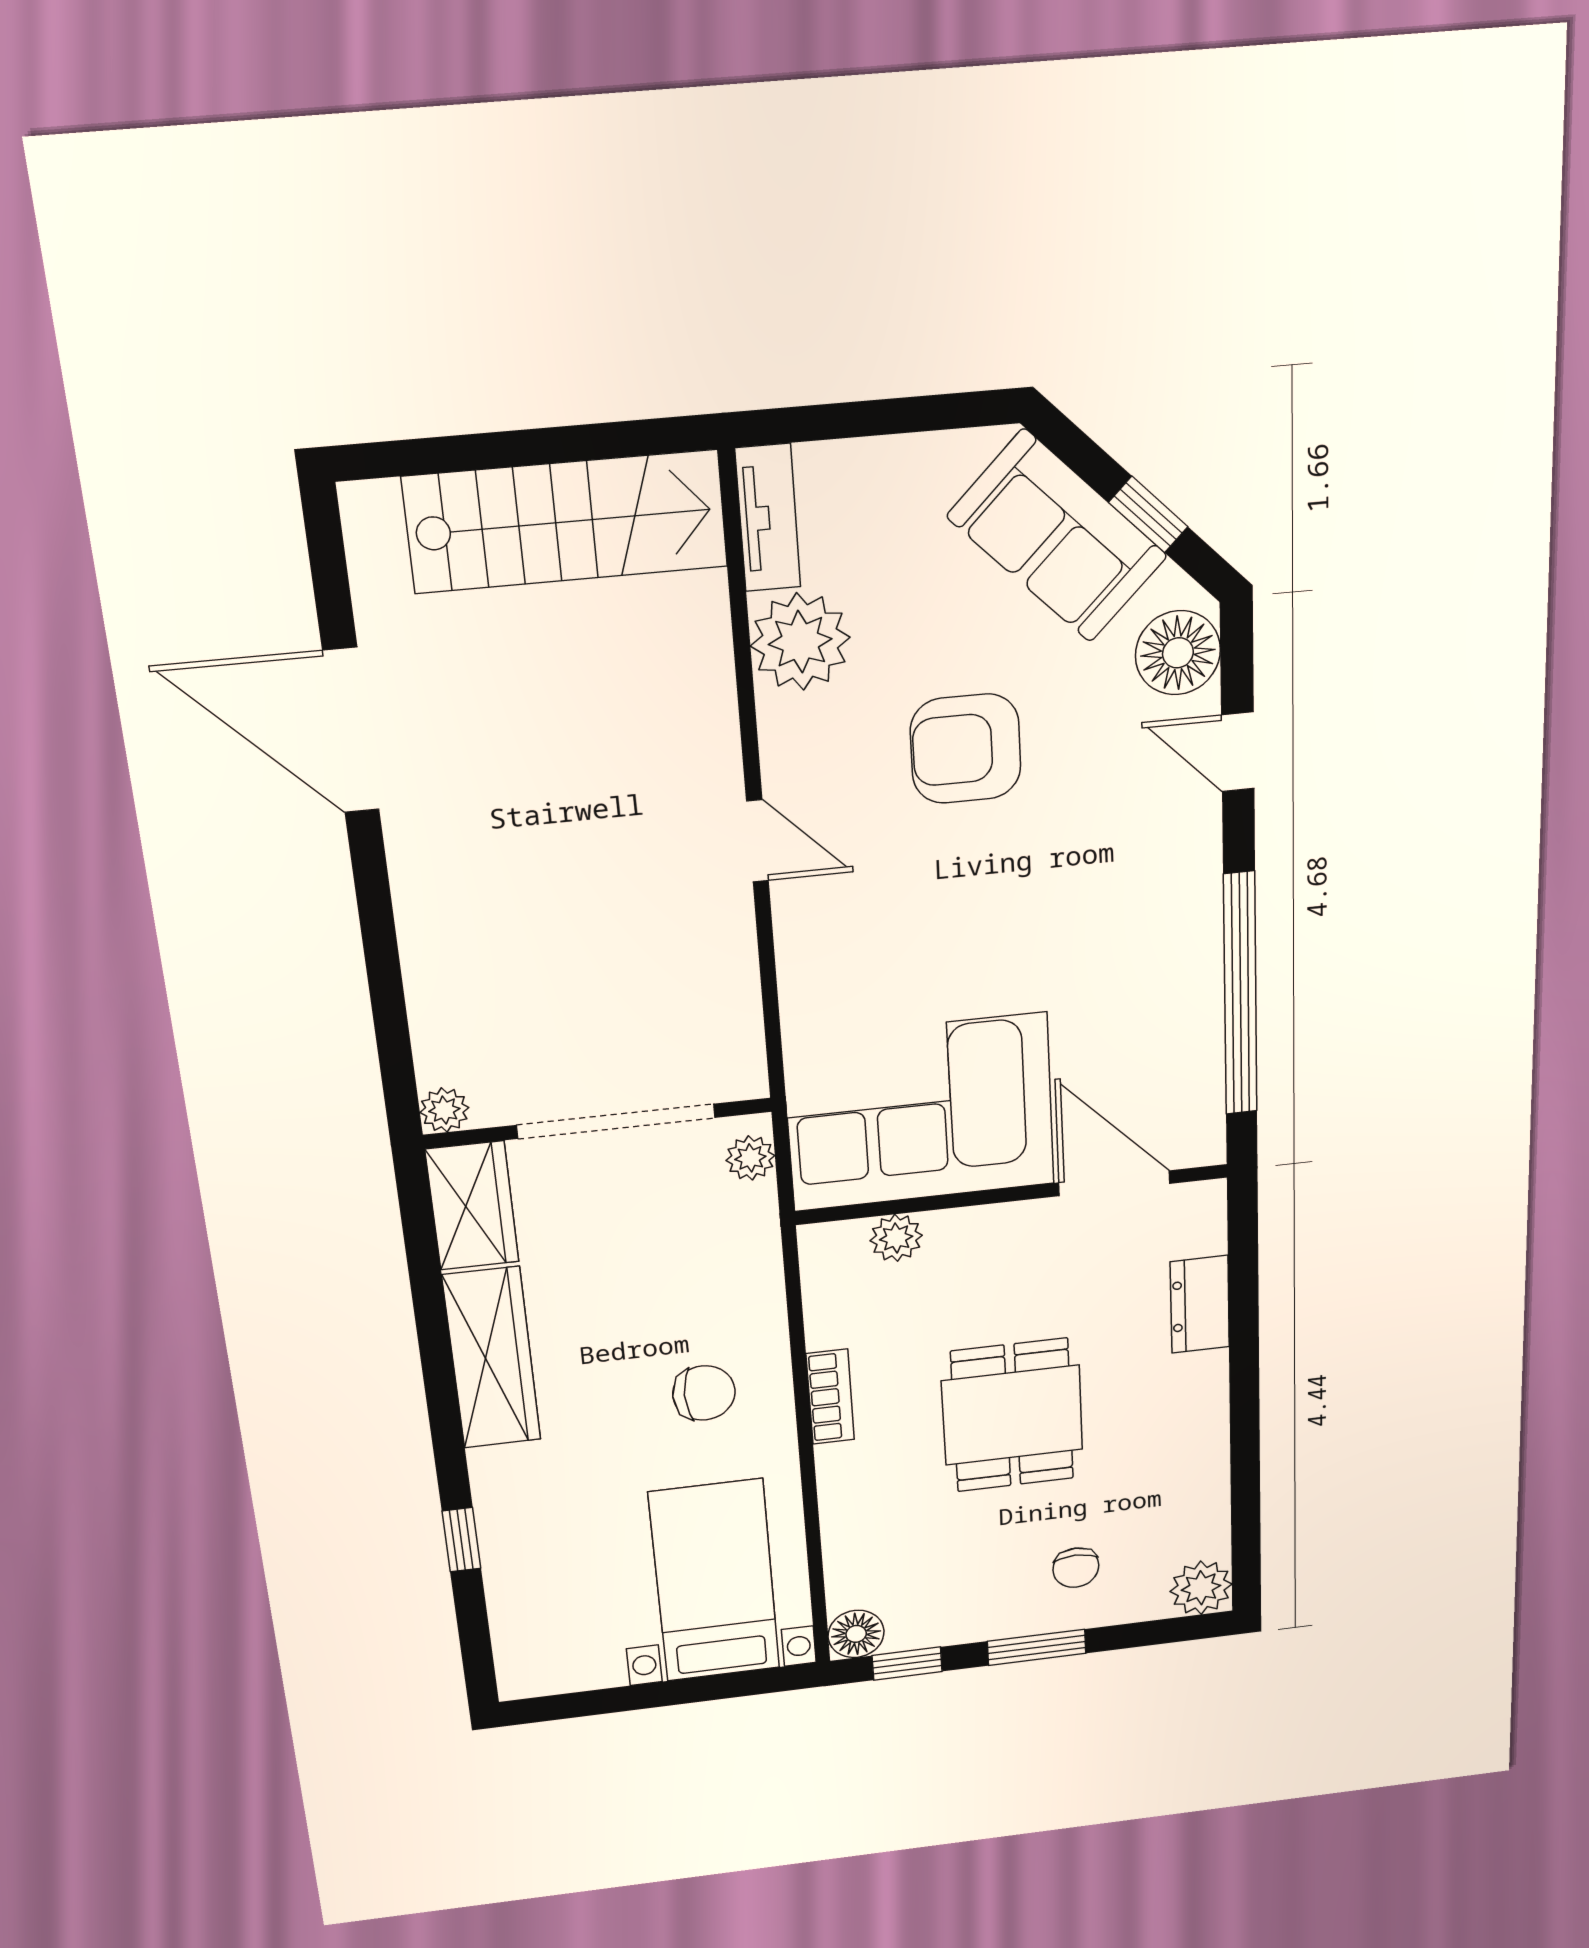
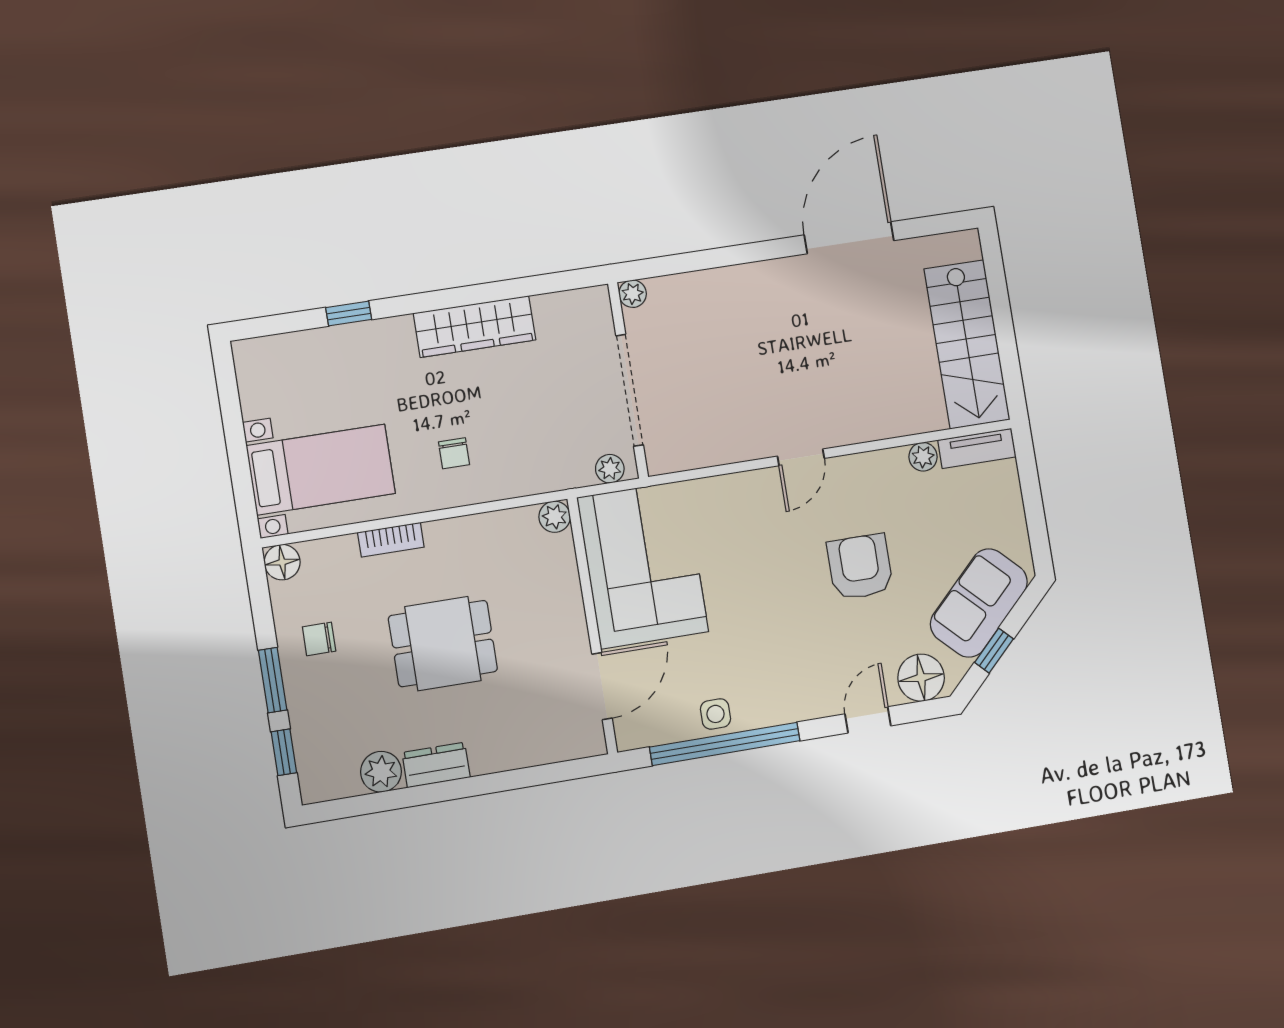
plant: (800, 642) -> (923, 457), width x0.53, depth x0.53
side table: (1188, 1007) -> (715, 714), added
wardrobe: (472, 1206) -> (573, 311), removed
plant: (896, 1238) -> (555, 517), moved
dresser: (1200, 1304) -> (436, 765), moved
chair: (704, 1393) -> (454, 453), width x0.73, depth x0.73
bookcase: (830, 1397) -> (391, 540), moved
chair: (1076, 1568) -> (319, 639), moved
plant: (1201, 1588) -> (381, 772), moved
window: (907, 1664) -> (284, 752), moved

